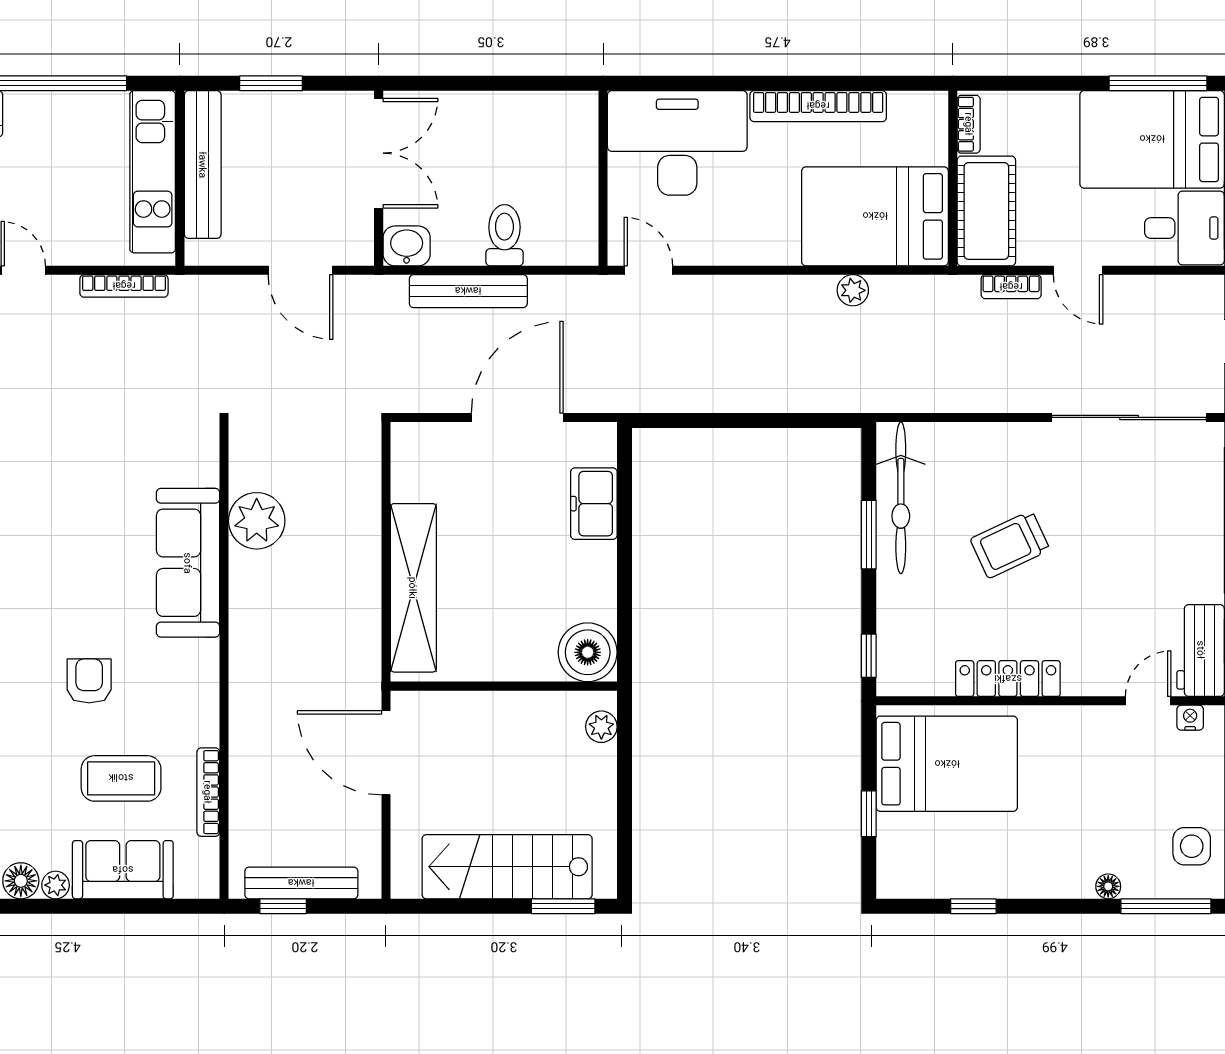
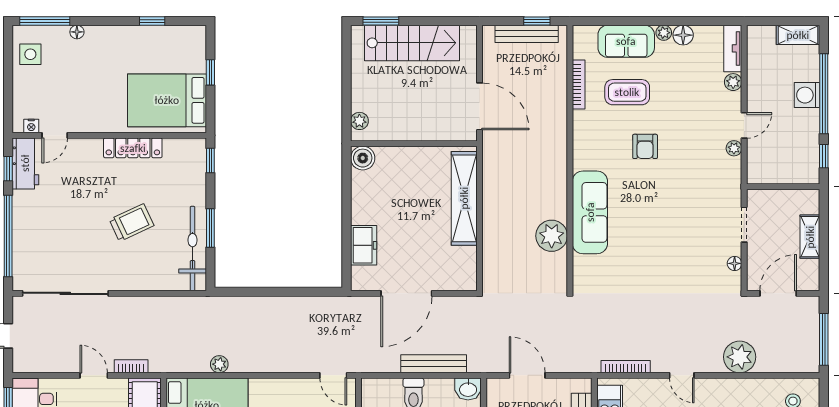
boiler: (588, 652) -> (363, 158), width x0.73, depth x0.73

